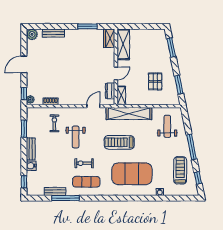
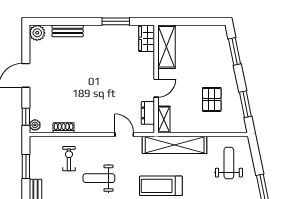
door: (93, 106) -> (124, 135), hinge flipped
weight bench: (76, 137) -> (99, 178), turned 90

